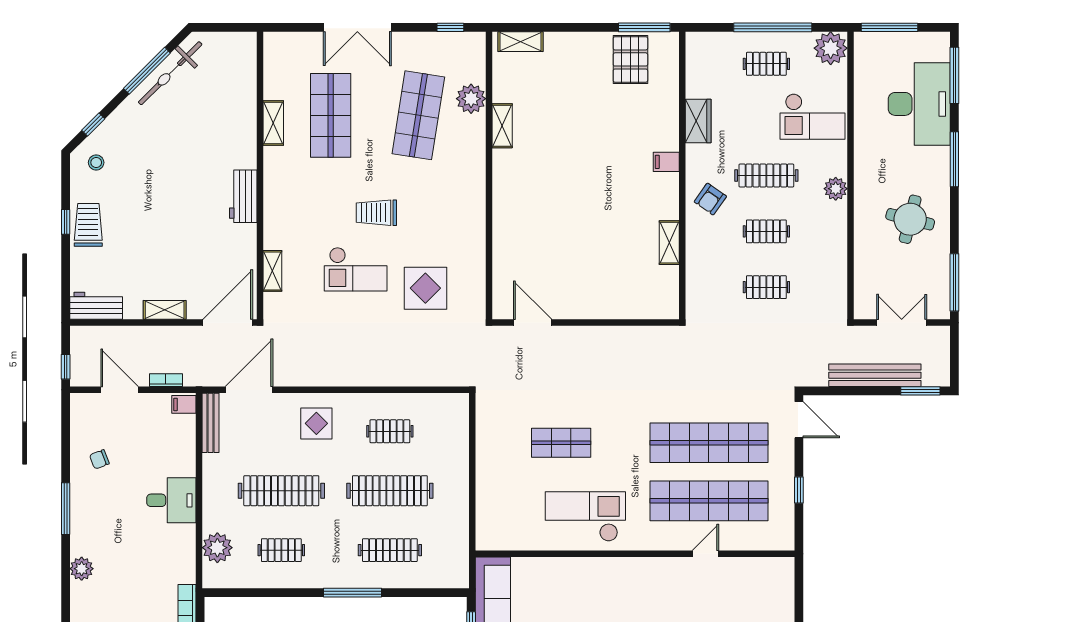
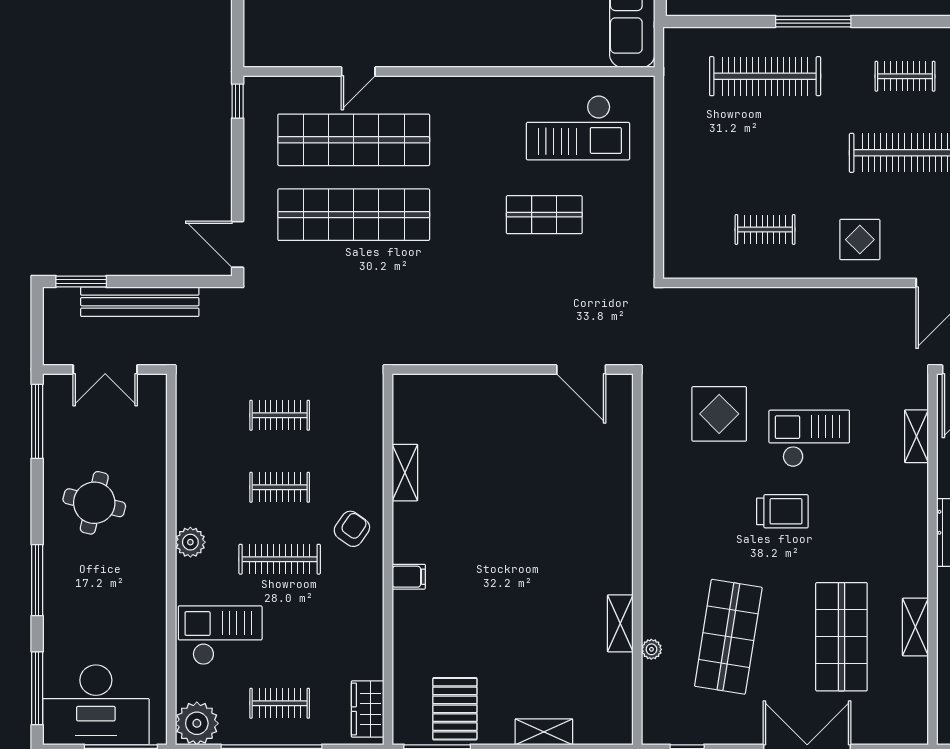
shelving: (520, 42) -> (544, 732), moved
plant: (471, 99) -> (651, 649), width x0.53, depth x0.53
desk: (919, 104) -> (96, 705), moved, turned -90
wardrobe: (698, 121) -> (368, 709), moved
window: (799, 490) -> (238, 101), moved
clothes rail: (390, 491) -> (765, 153), removed
checkout: (585, 516) -> (578, 128), moved
clothes rail: (390, 550) -> (765, 76), width x1.37, depth x1.31

